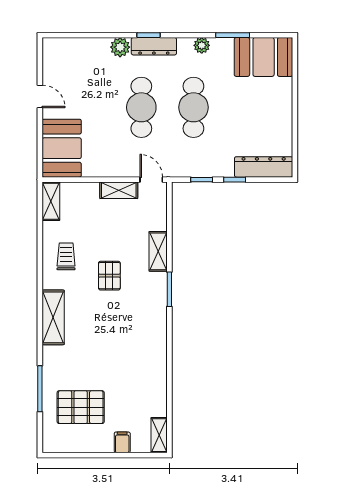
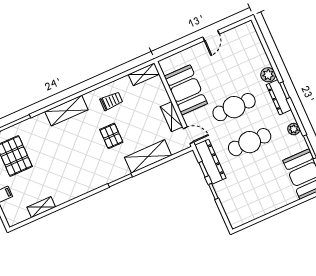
booth: (62, 148) -> (186, 90), moved, turned 90
dresser: (264, 167) -> (210, 162), moved
door: (151, 180) -> (188, 135), hinge flipped
shelving: (158, 251) -> (148, 156), width x1.50, depth x1.33
pallet: (109, 276) -> (111, 136), turned 90
shelving: (159, 435) -> (41, 207), moved

